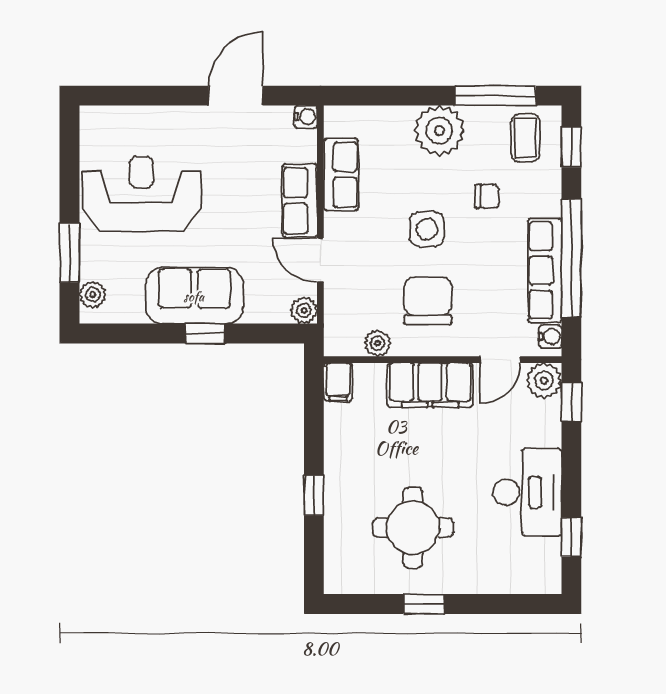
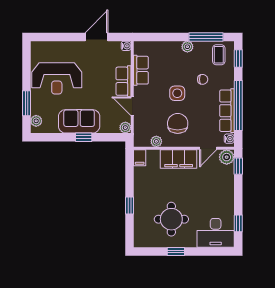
plant: (439, 131) -> (187, 47), width x0.53, depth x0.53
reception desk: (141, 194) -> (57, 78), turned 180
desk: (527, 492) -> (216, 233), moved, turned 90

